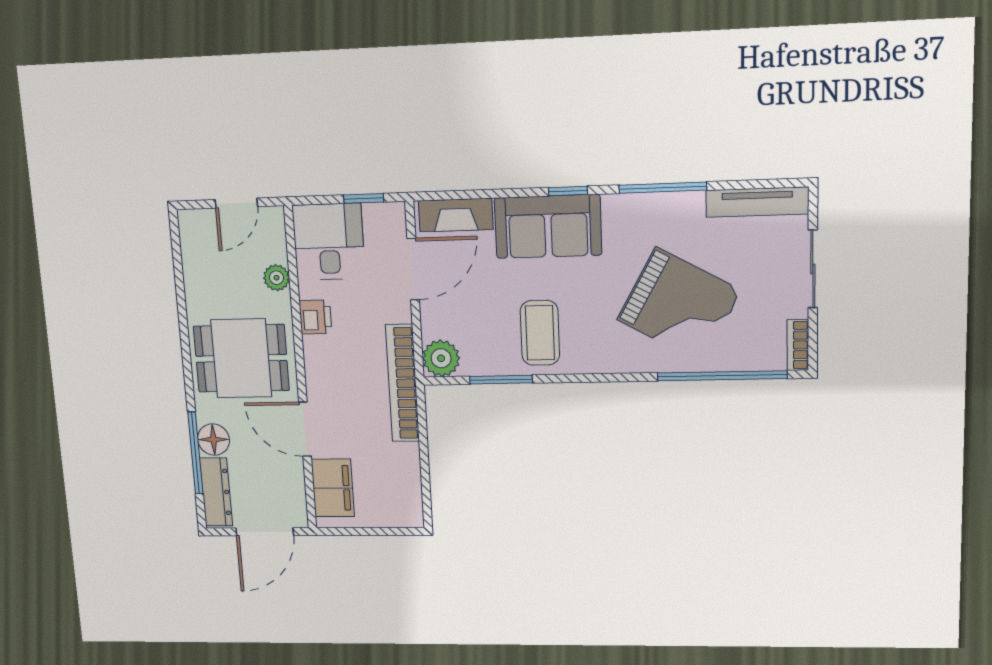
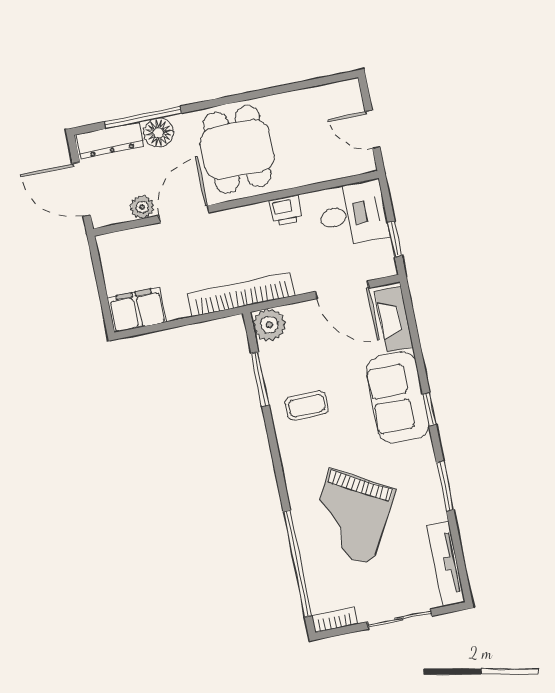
window: (663, 188) -> (445, 486), width x0.69
plant: (276, 278) -> (142, 207), moved
coffee table: (540, 333) -> (307, 406), width x0.73, depth x0.77
filing cabinet: (333, 488) -> (137, 310), moved, turned 180

